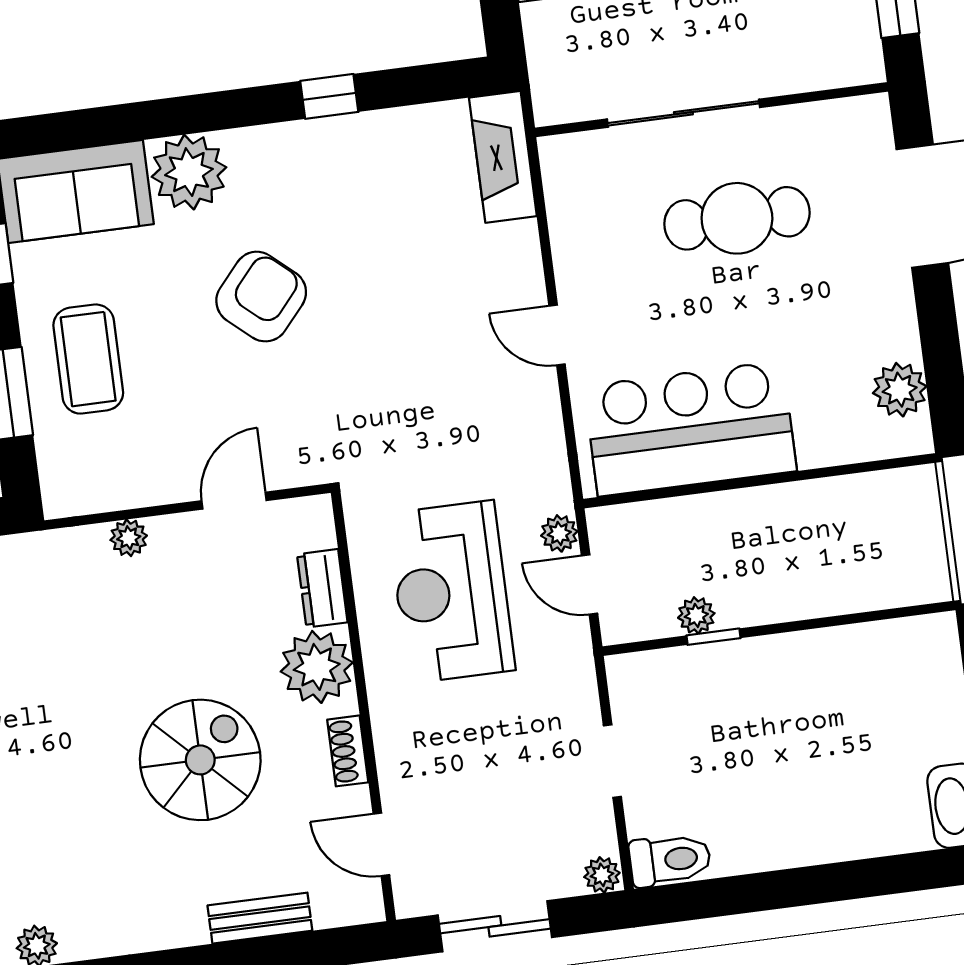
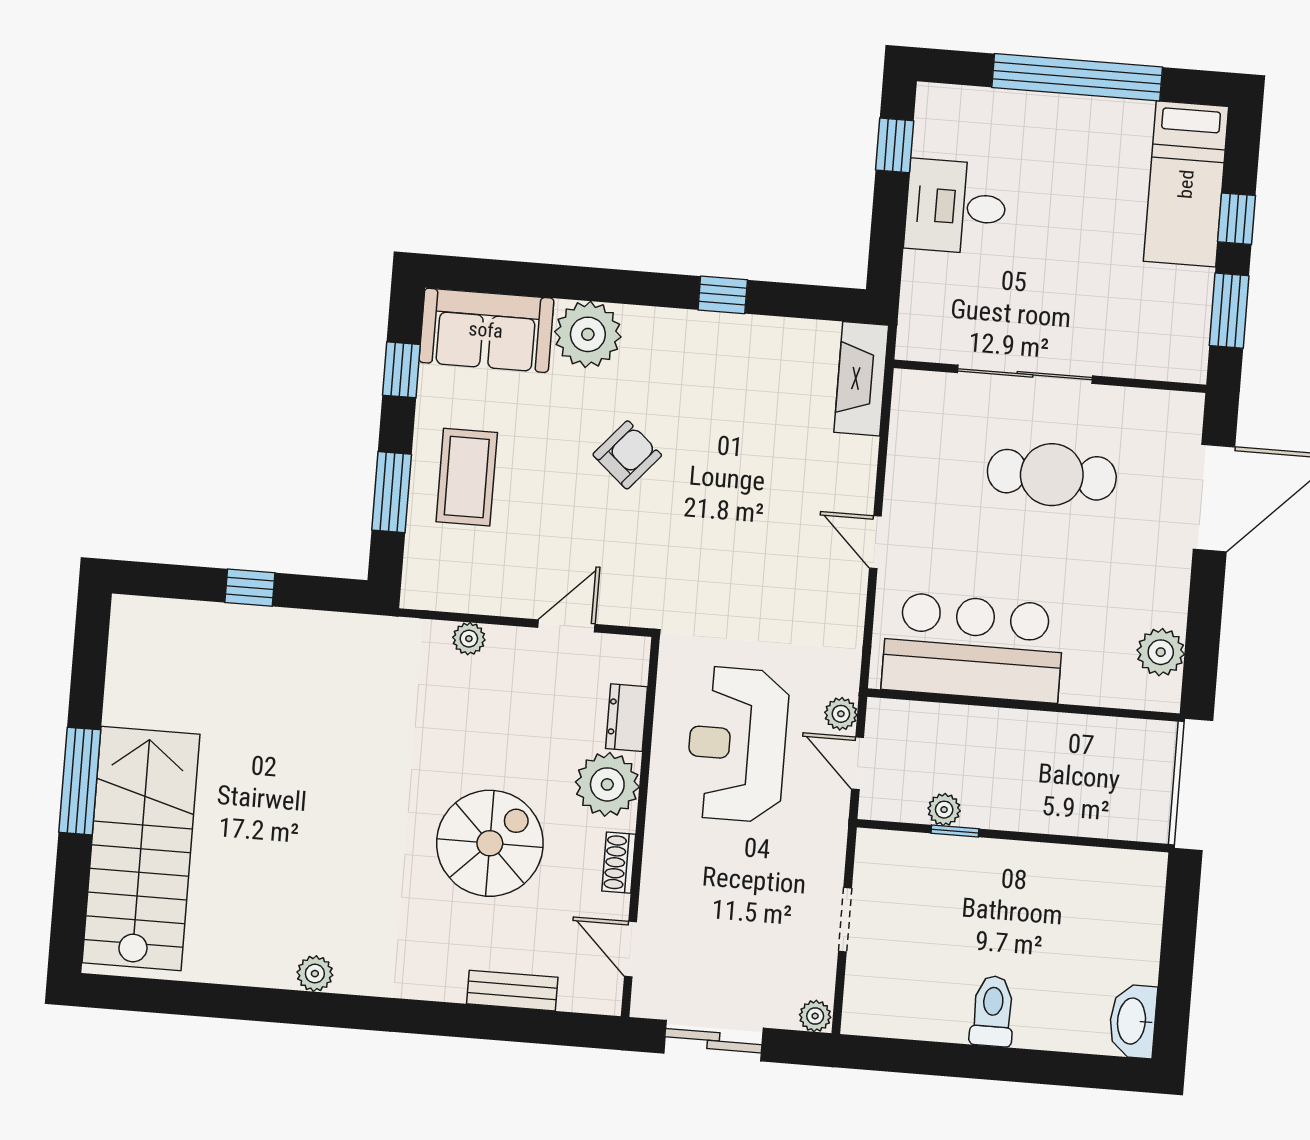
armchair: (261, 297) -> (627, 455), width x0.72, depth x0.72
toilet: (670, 860) -> (993, 1011), moved, turned -90

